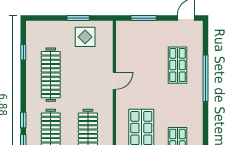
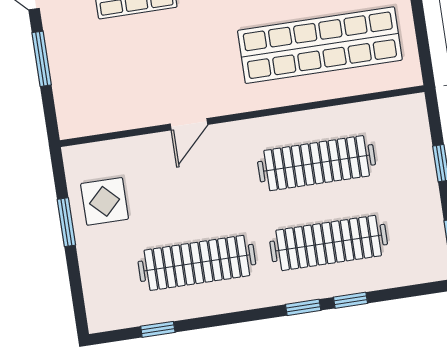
window: (144, 18) -> (42, 59), moved
door: (114, 81) -> (189, 124), swing flipped

